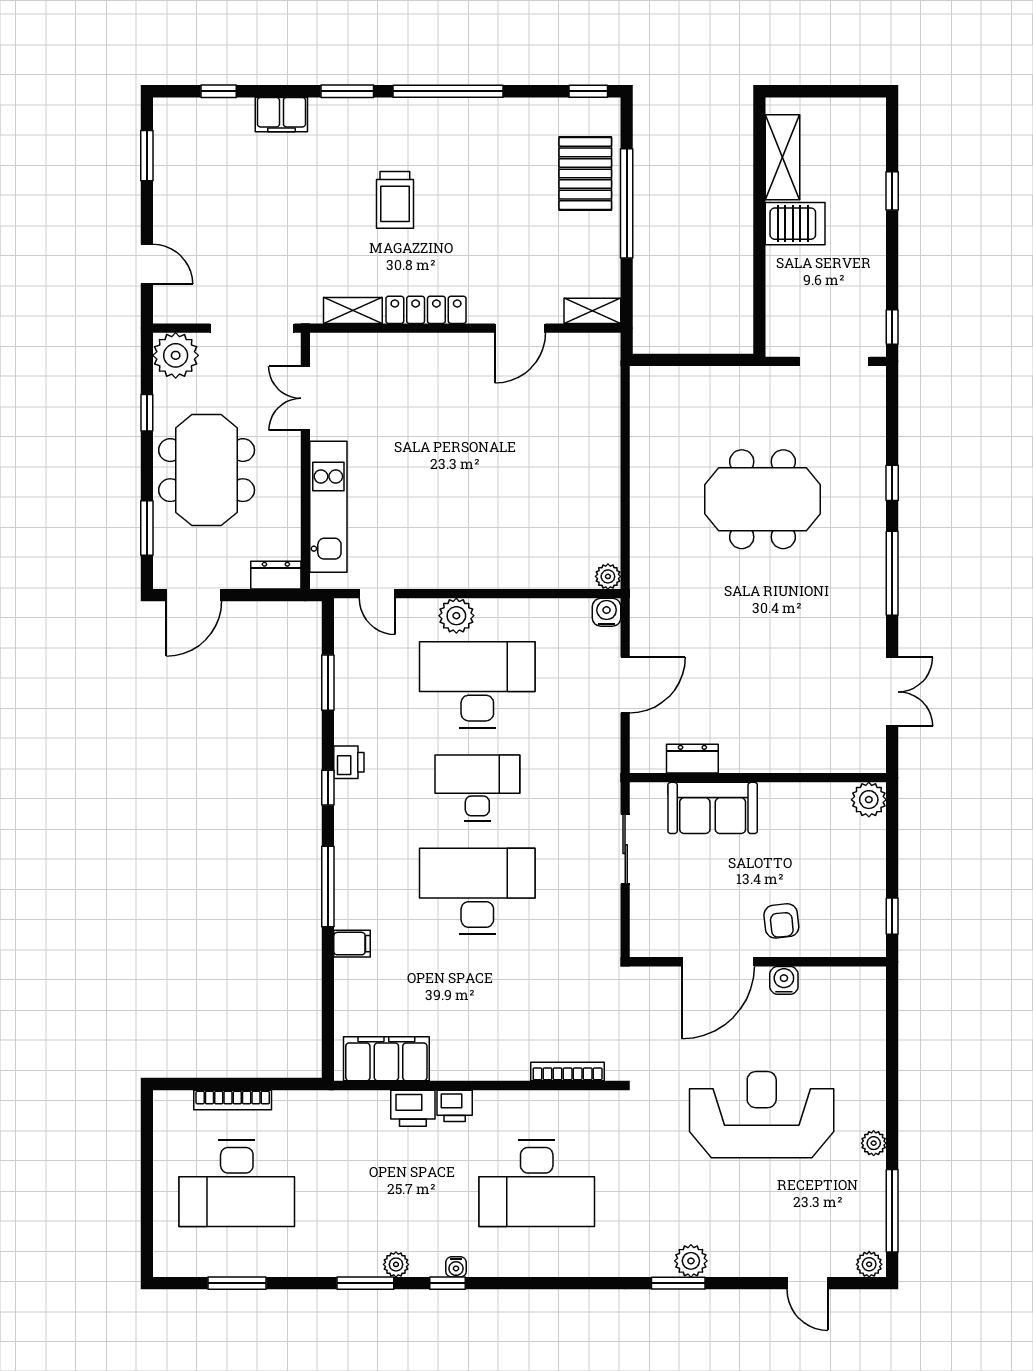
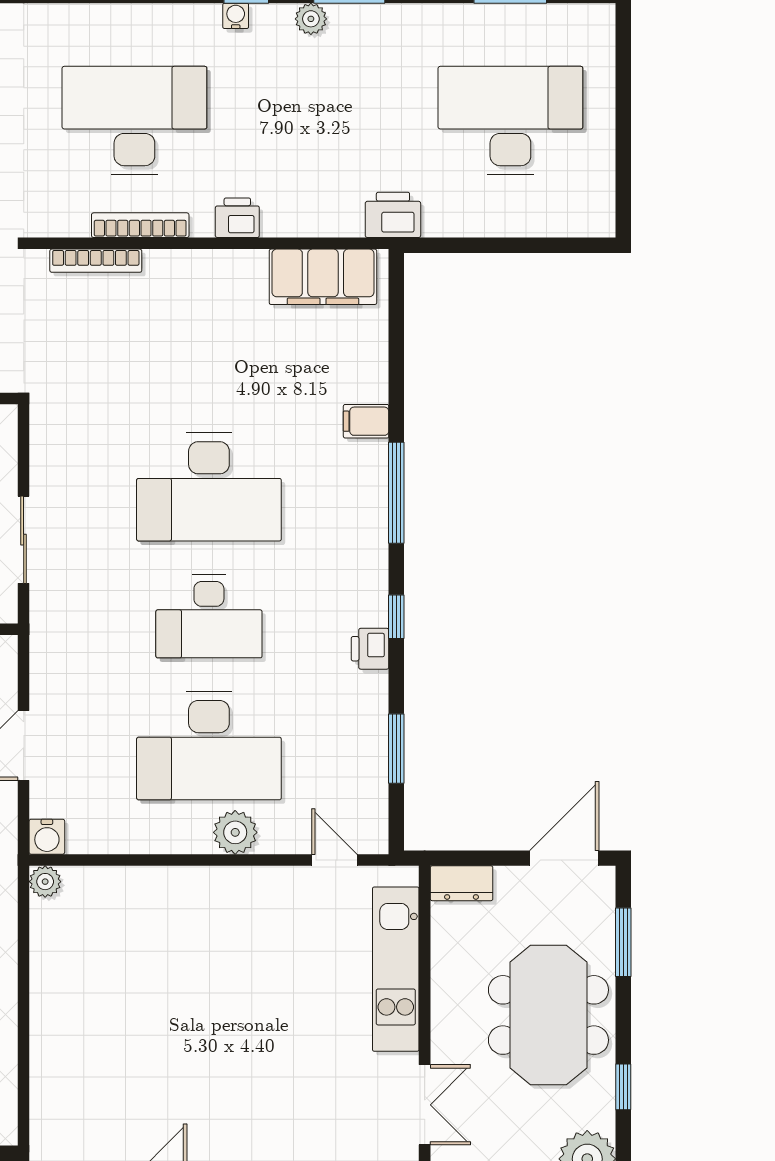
bookcase: (233, 1100) -> (140, 225), moved
printer: (413, 1108) -> (393, 215), moved

